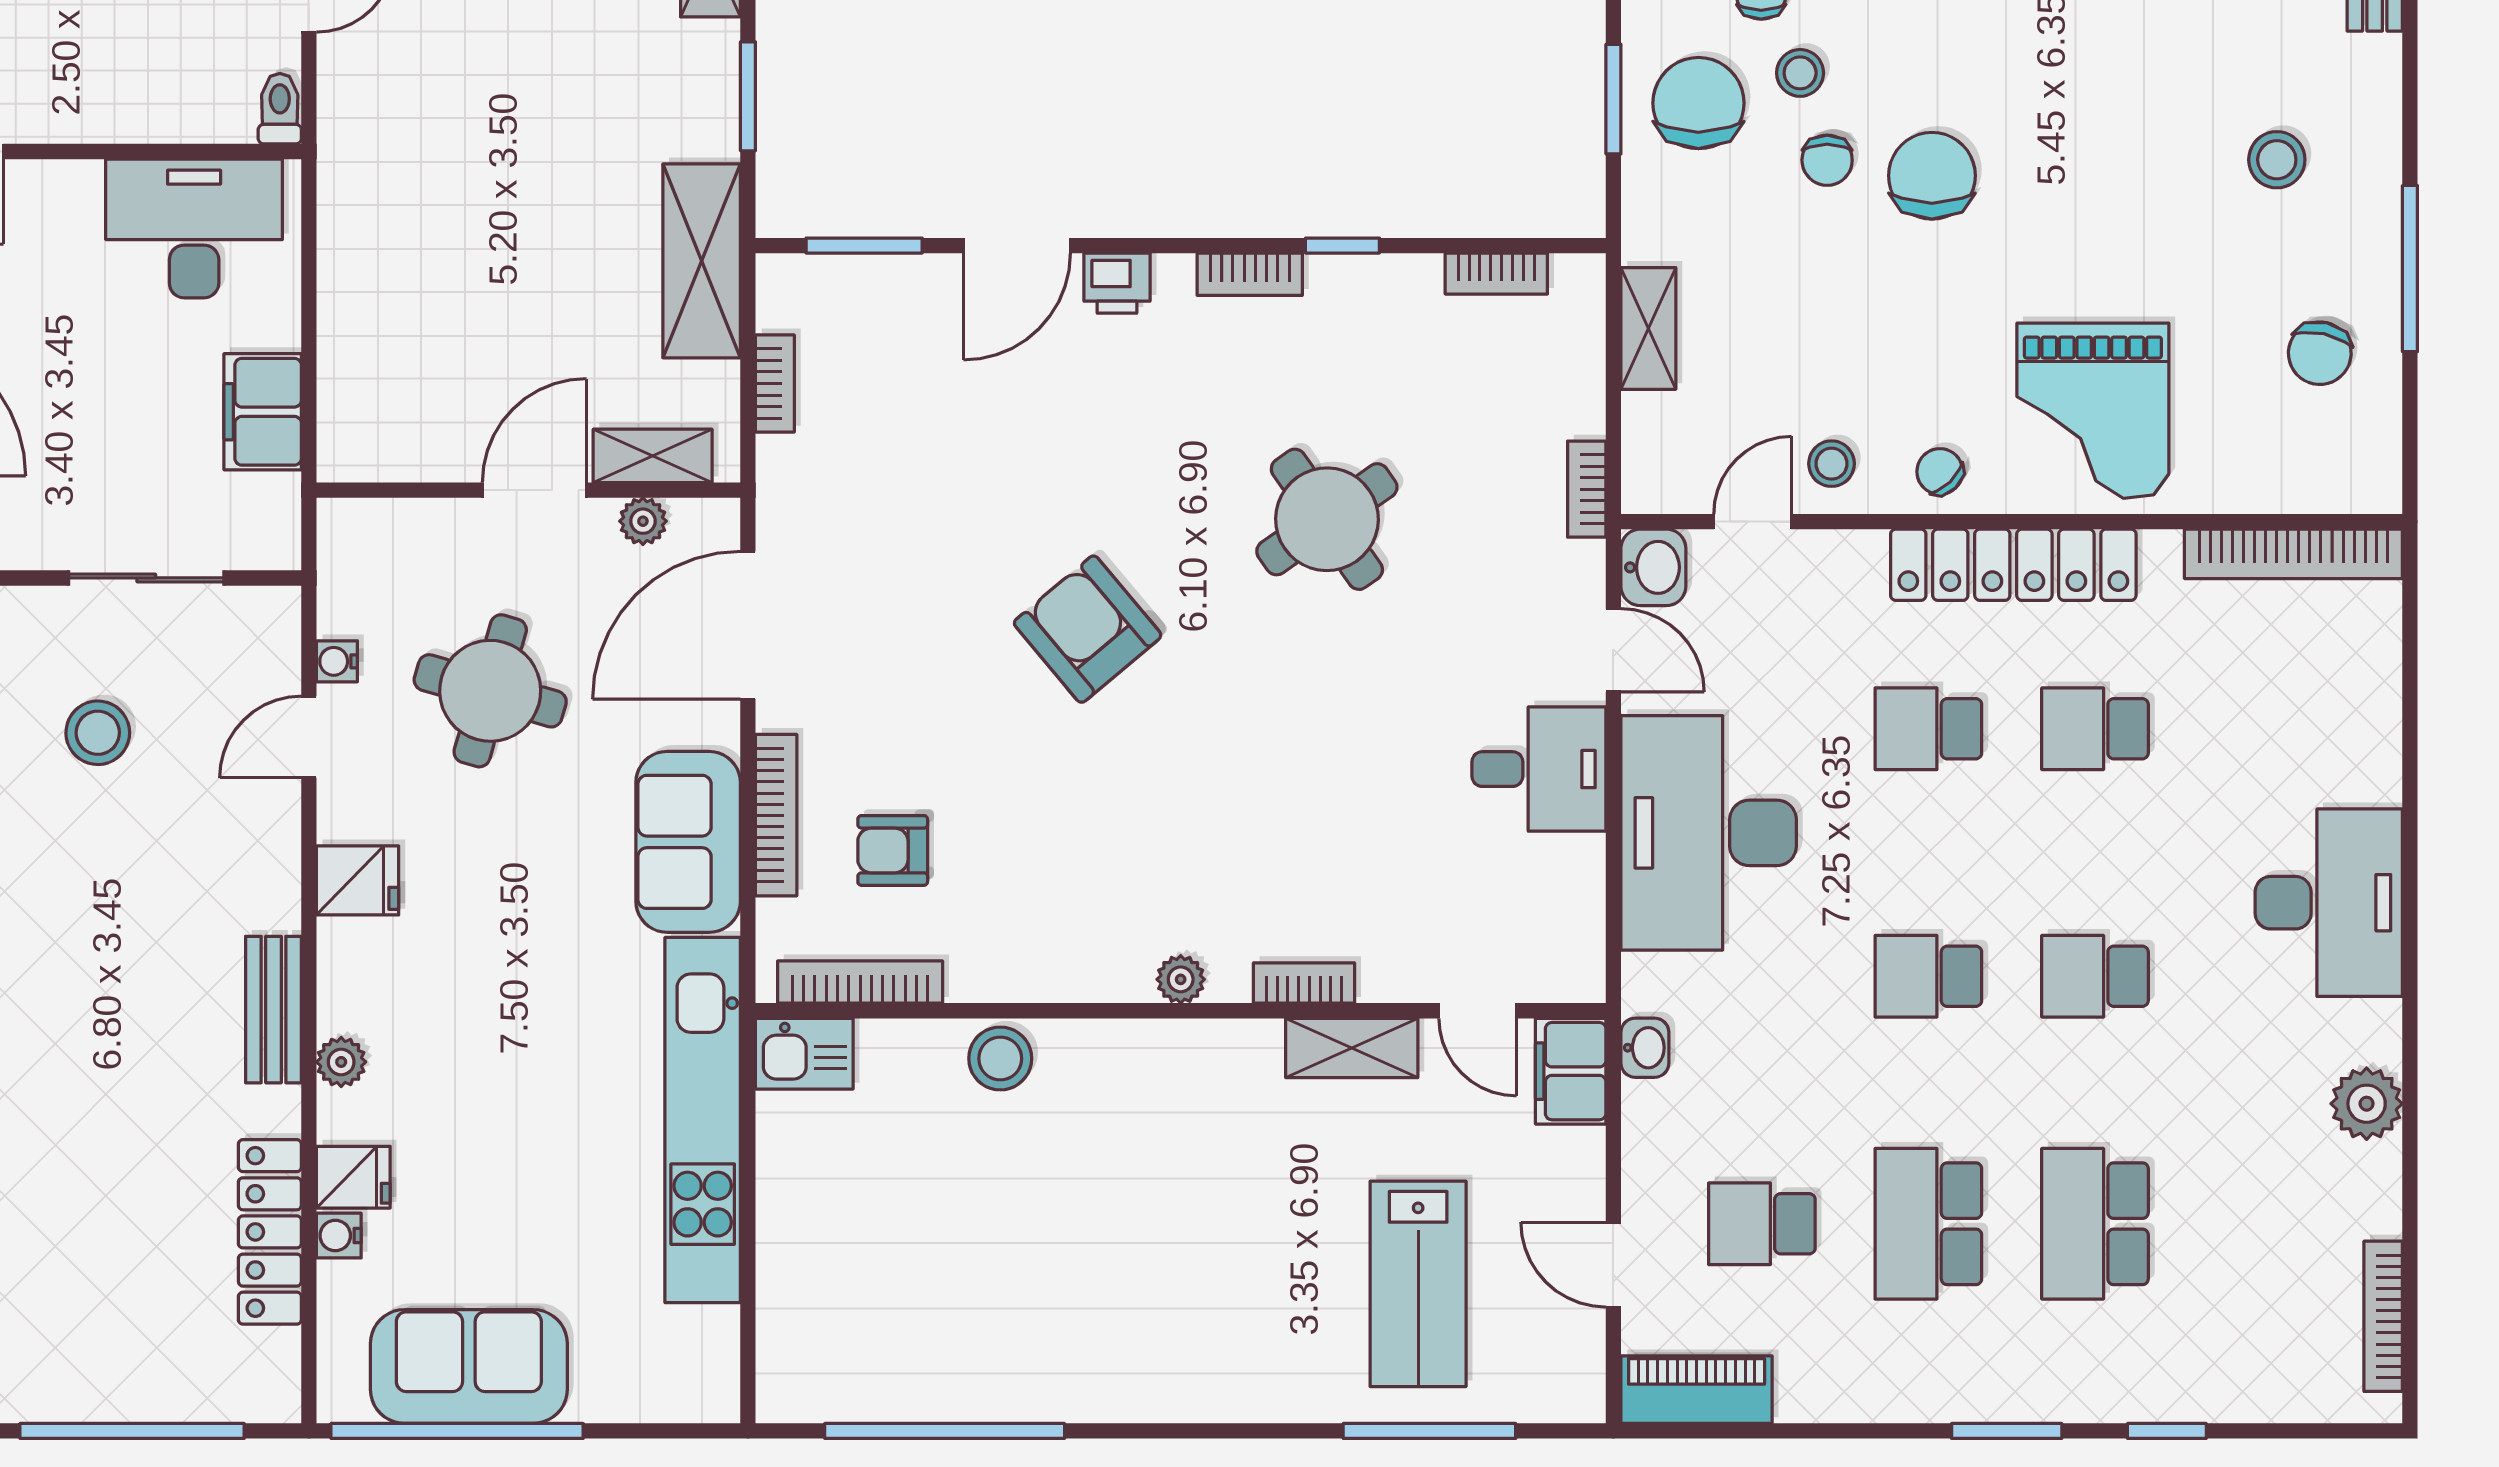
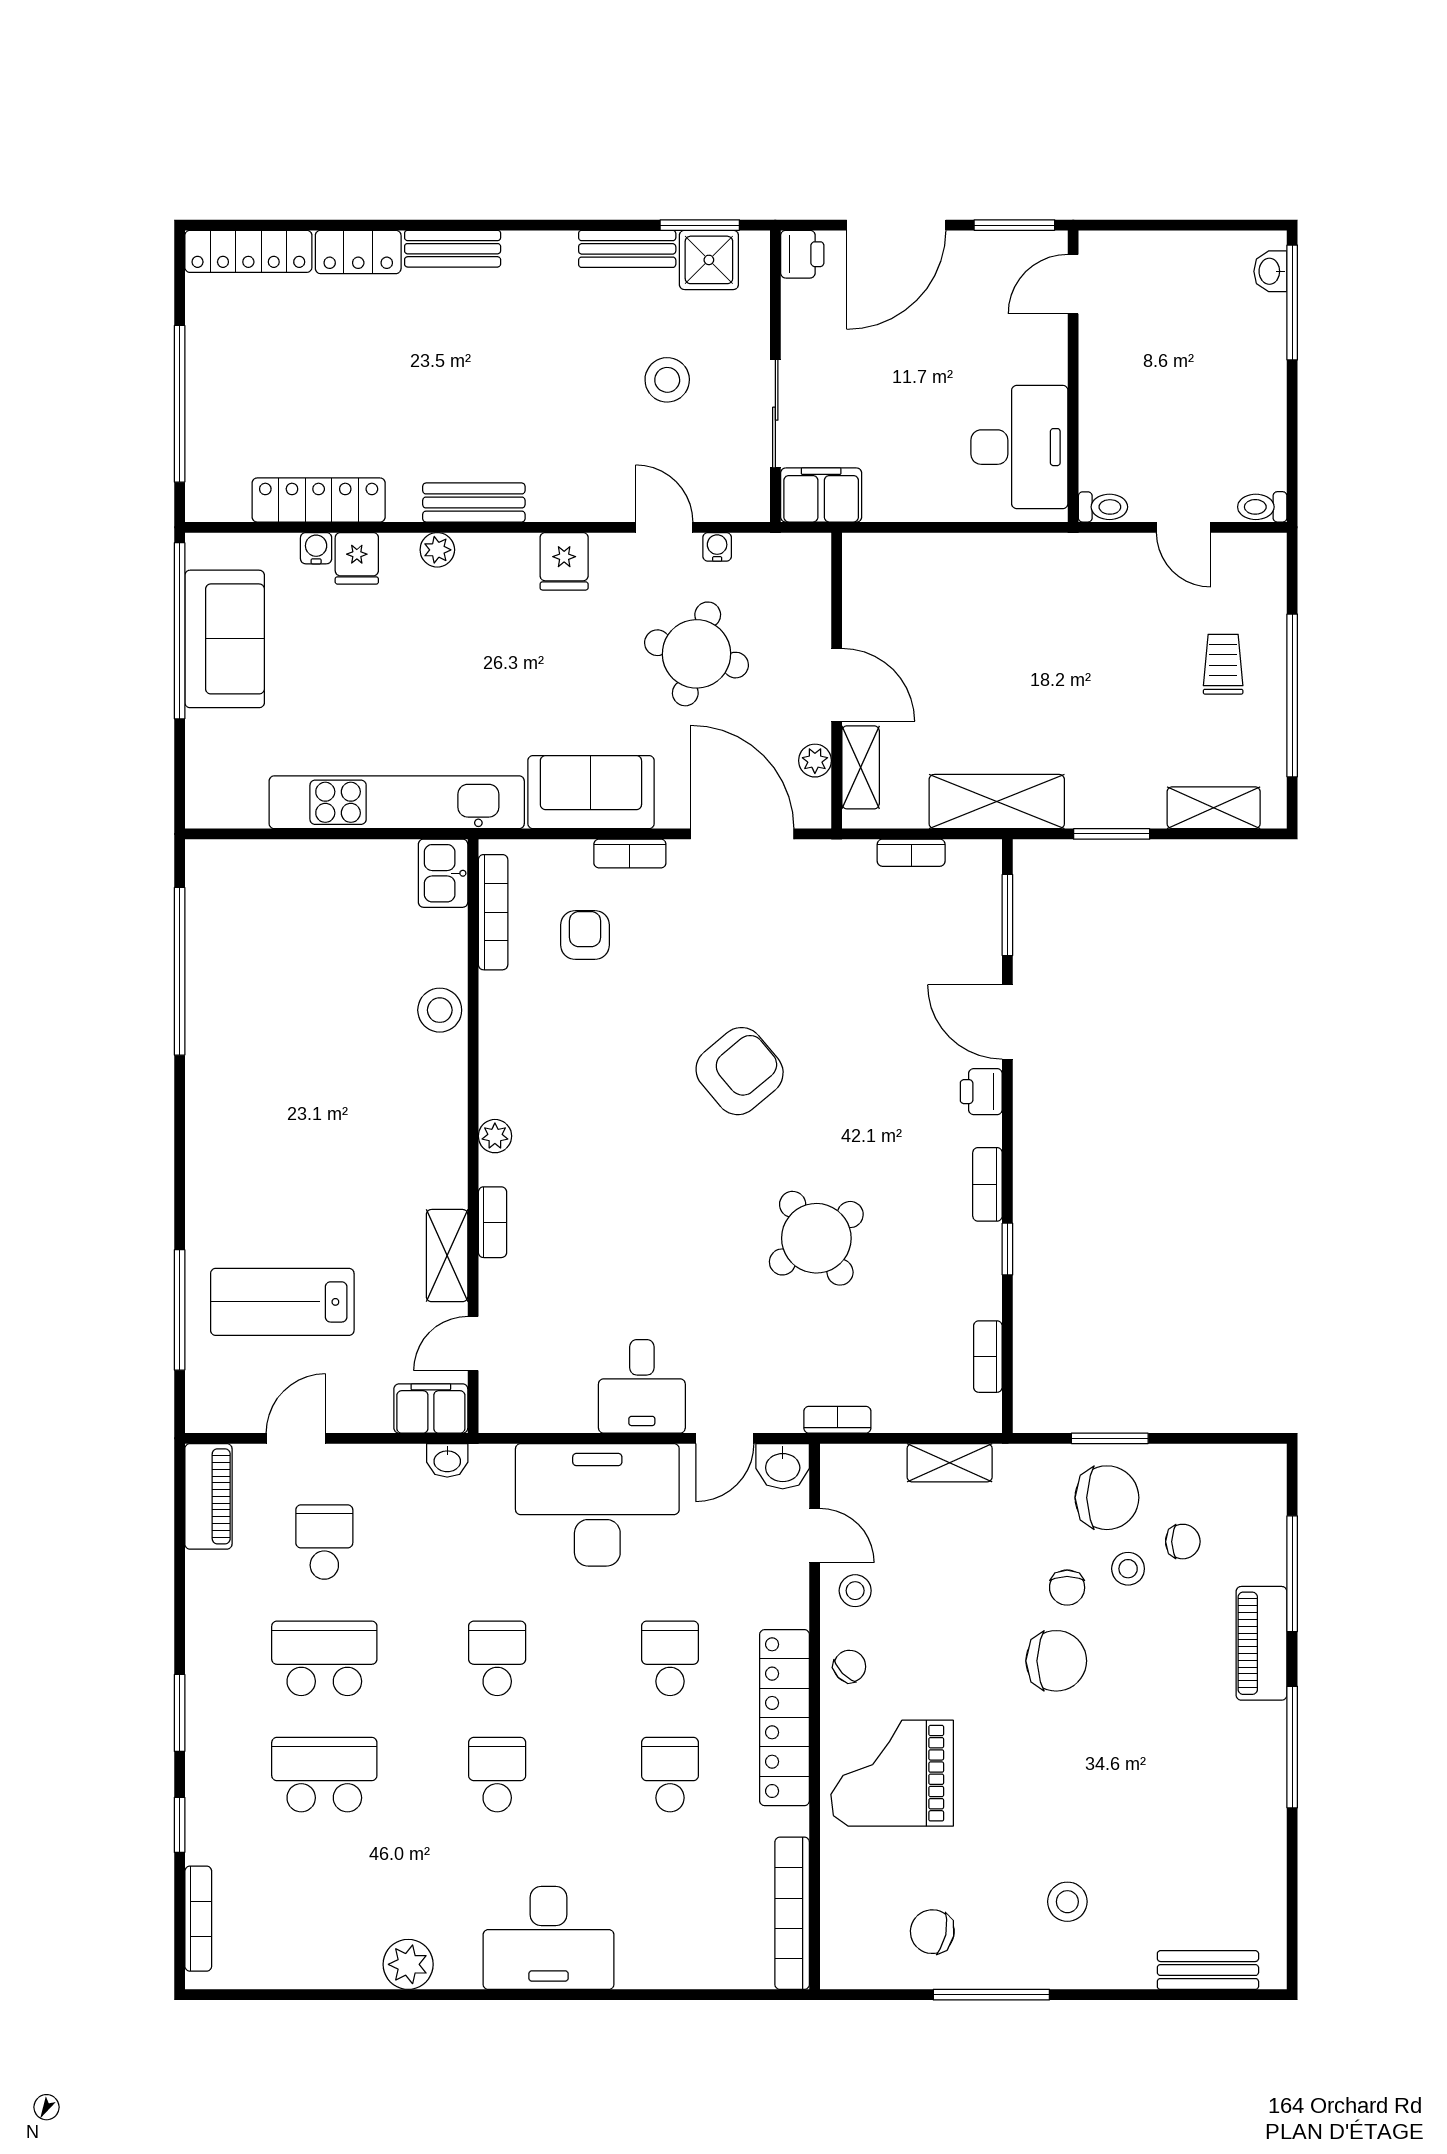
chair: (1827, 160) -> (1067, 1588), turned -90
filing cabinet: (263, 412) -> (821, 495), moved
bookcase: (776, 815) -> (630, 854), width x0.64
bookcase: (2383, 1316) -> (198, 1919), moved, turned 90

